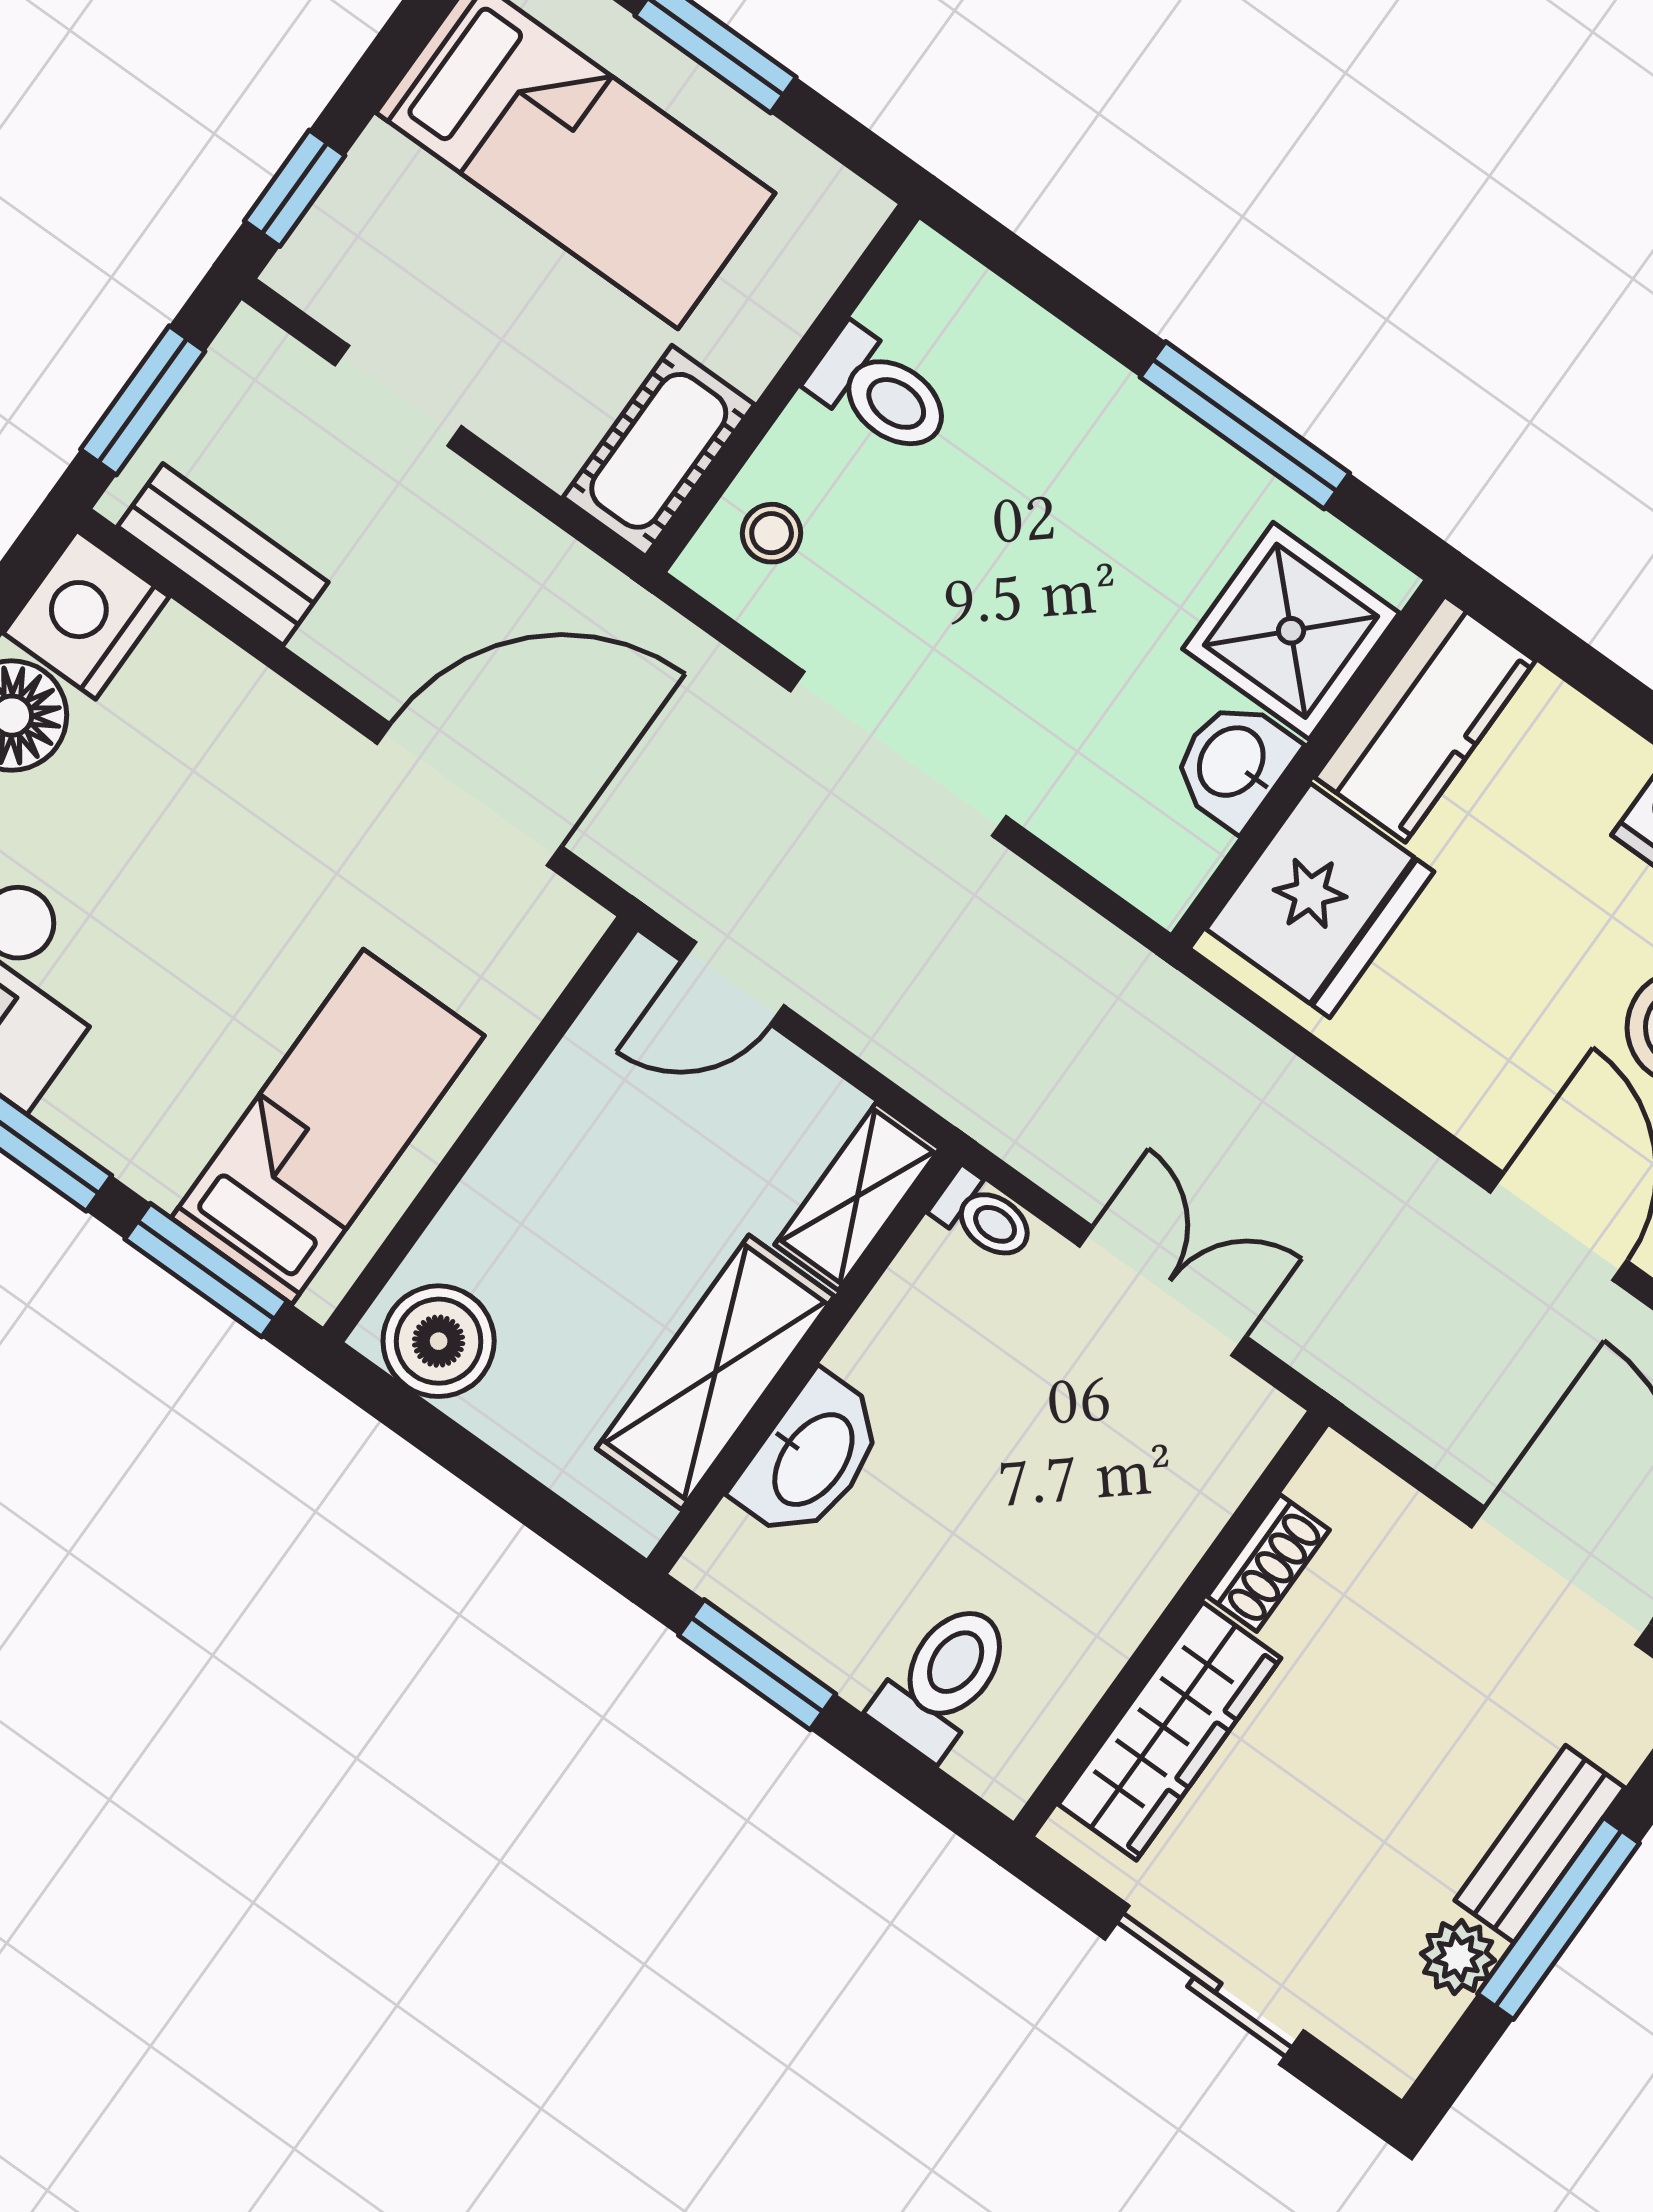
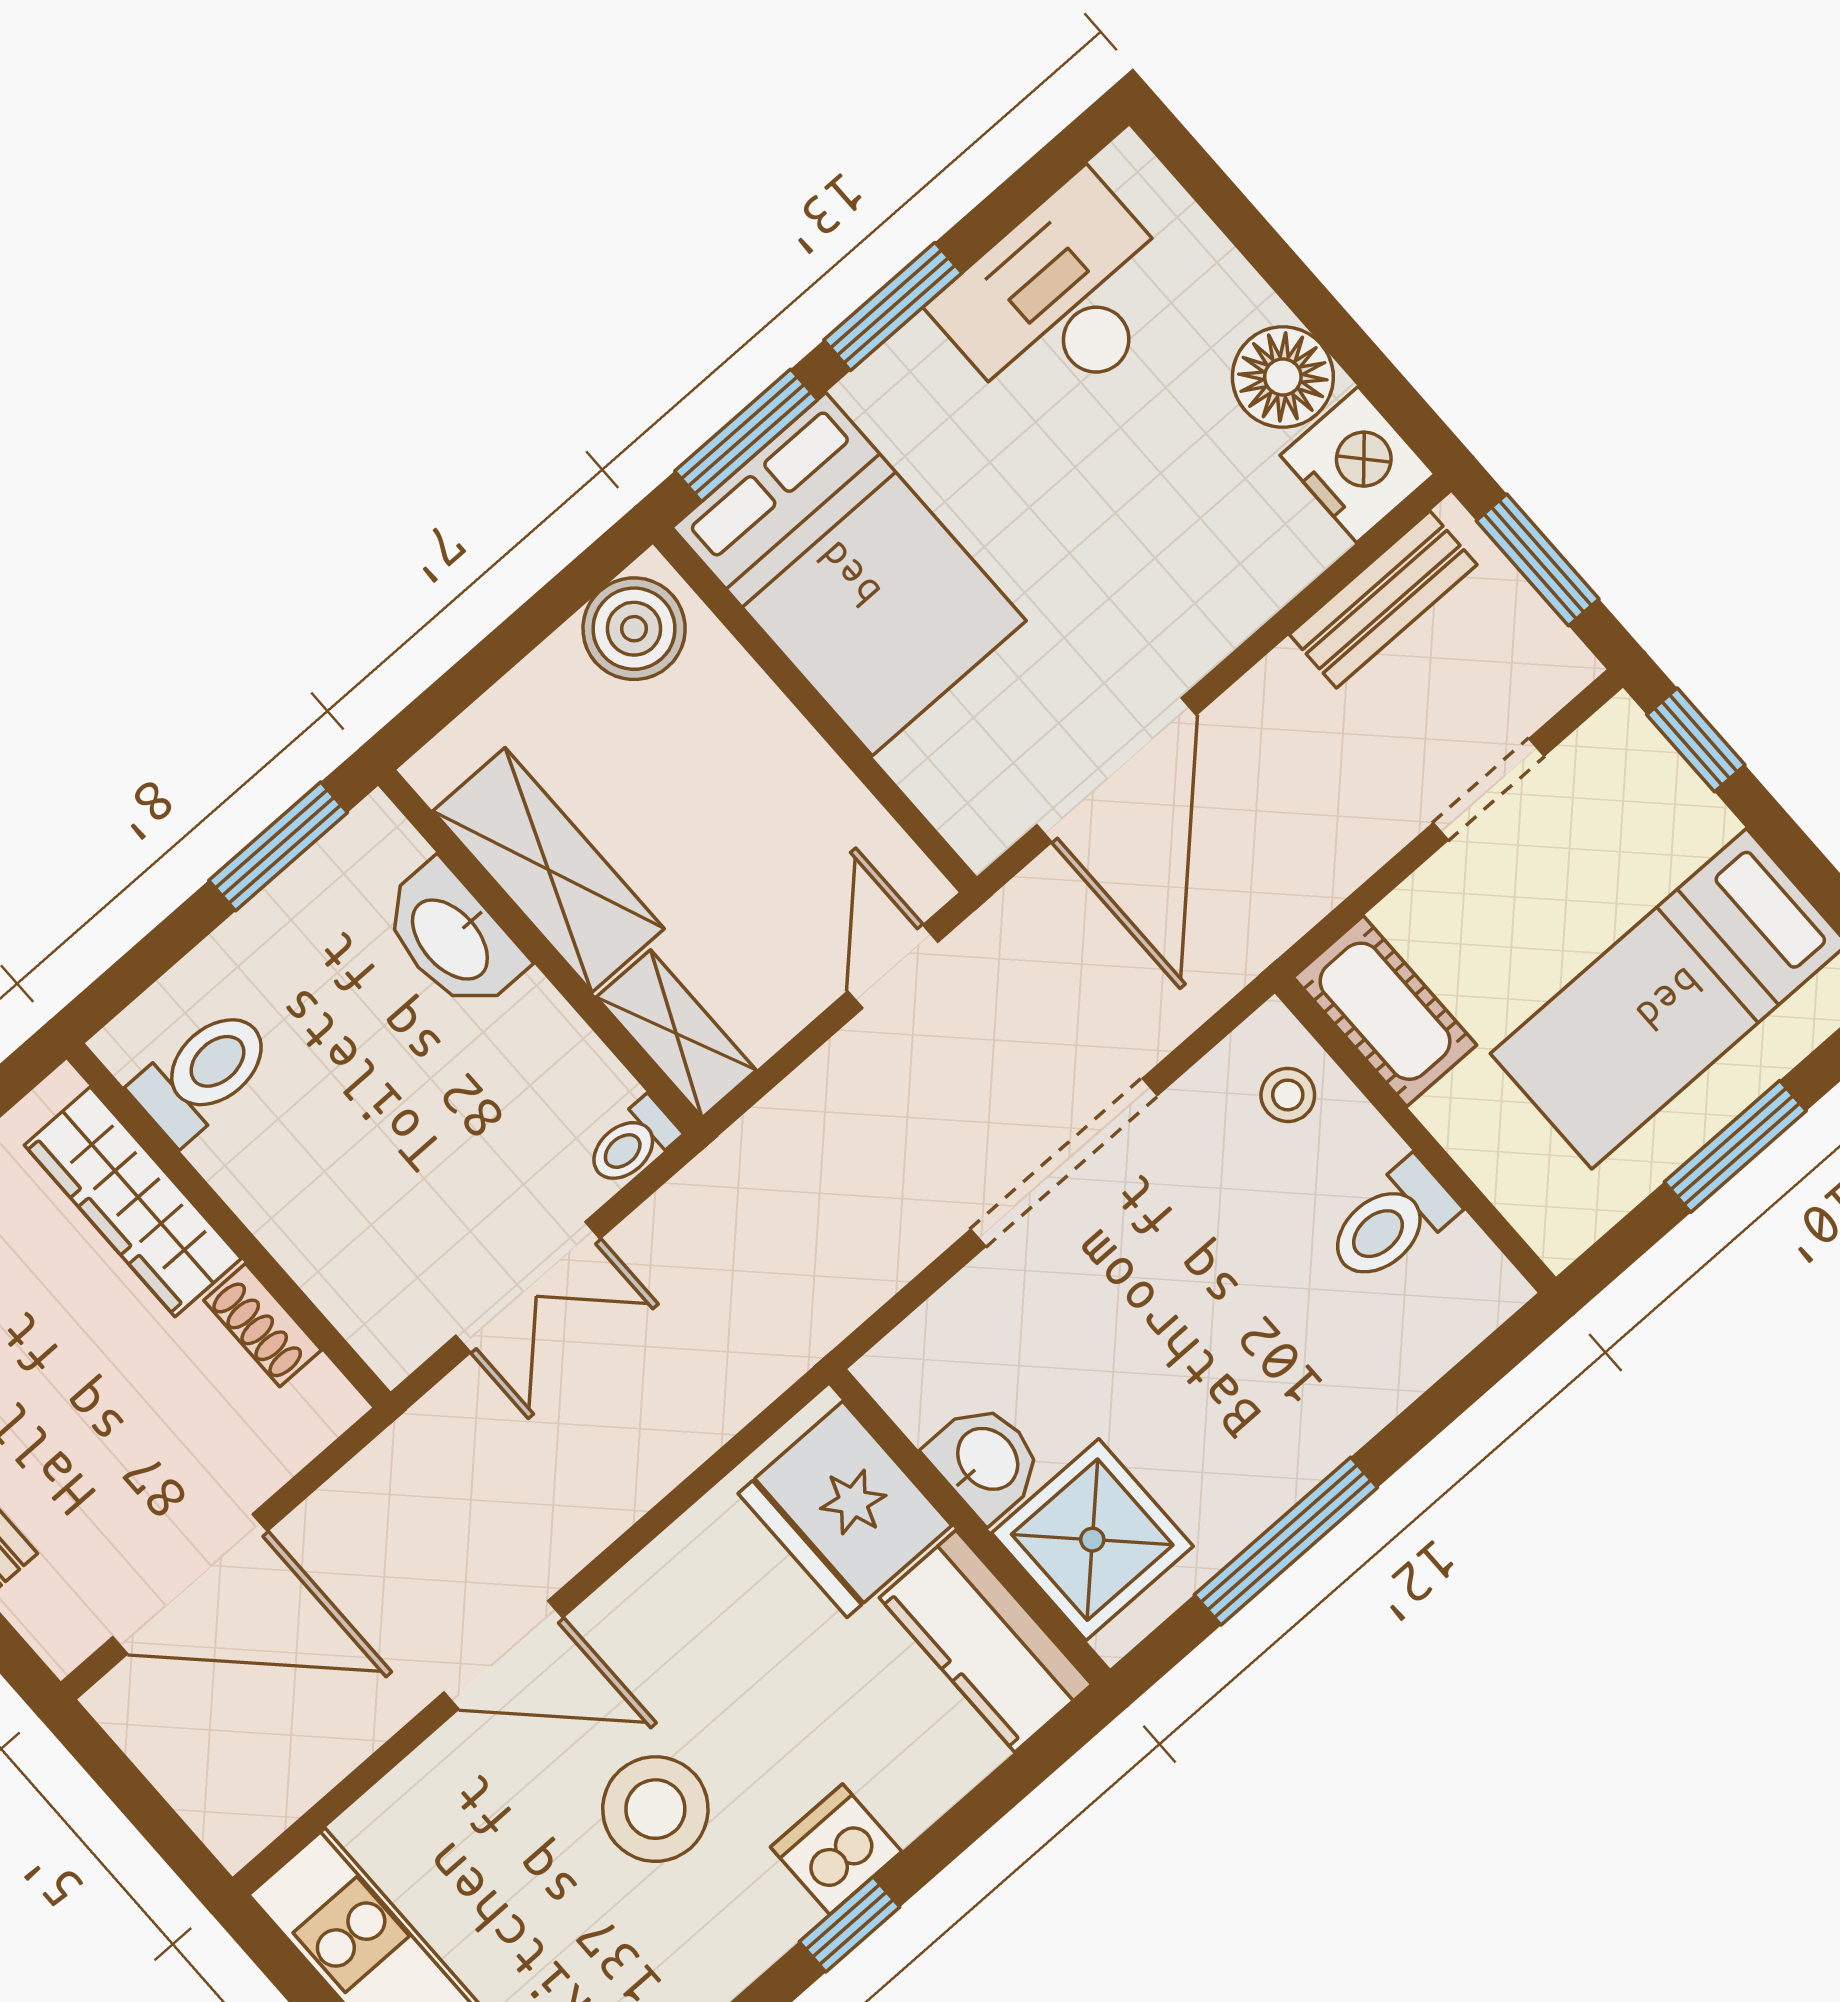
bed: (328, 1127) -> (849, 574), width x1.50
toilet: (943, 1679) -> (203, 1074), moved, turned -90

